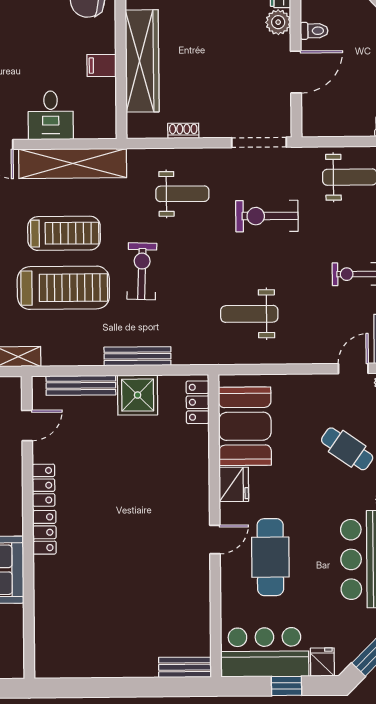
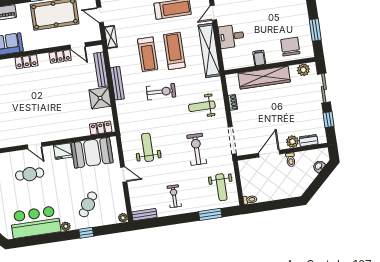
door: (296, 72) -> (269, 154), swing flipped
weight bench: (182, 194) -> (202, 106), turned 90
treadmill: (64, 233) -> (174, 51), turned 180
treadmill: (63, 288) -> (148, 54), width x0.73, depth x0.73
bench: (137, 356) -> (117, 83), moved
door: (353, 369) -> (124, 174), moved
locker: (44, 485) -> (60, 56), moved
cafe table: (270, 557) -> (30, 174), width x0.73, depth x0.74

